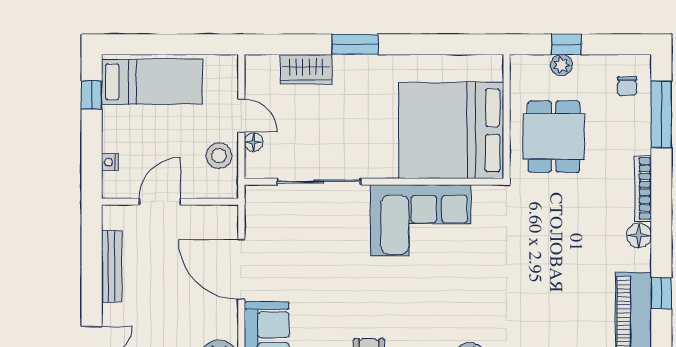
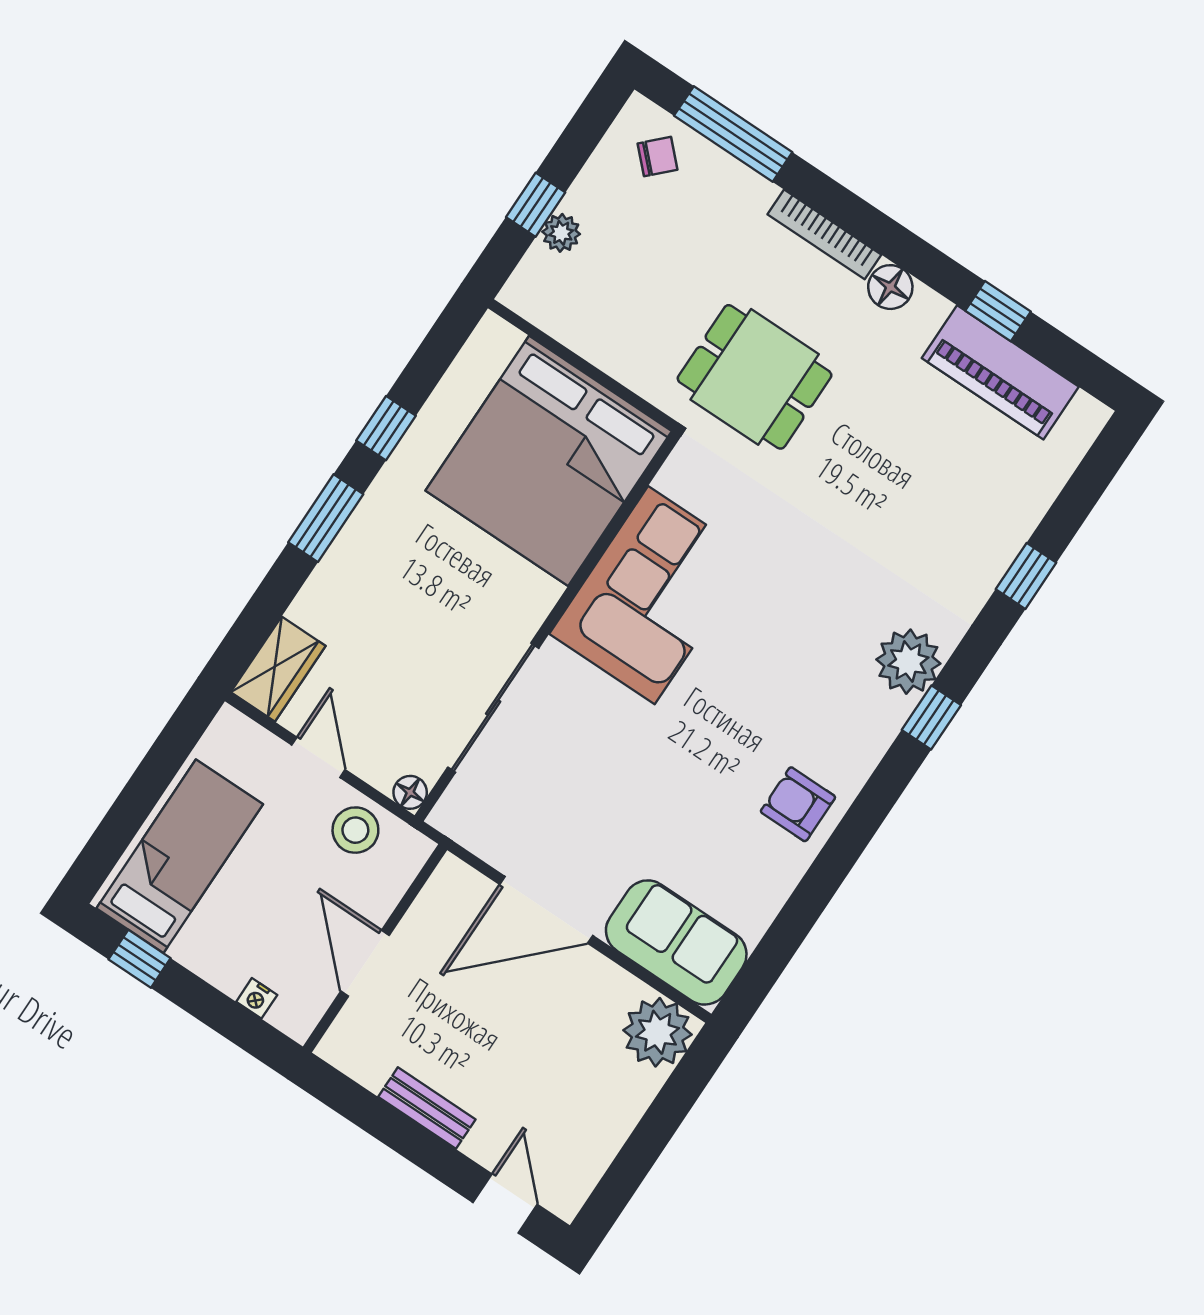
window: (416, 44) -> (386, 428), added
wardrobe: (306, 69) -> (278, 669), moved
chair: (627, 86) -> (658, 157), turned -45
door: (241, 116) -> (318, 757), hinge flipped
dining table: (554, 137) -> (755, 377), moved
floor lamp: (254, 142) -> (410, 792), moved
bench: (112, 266) -> (427, 1108), width x0.73

